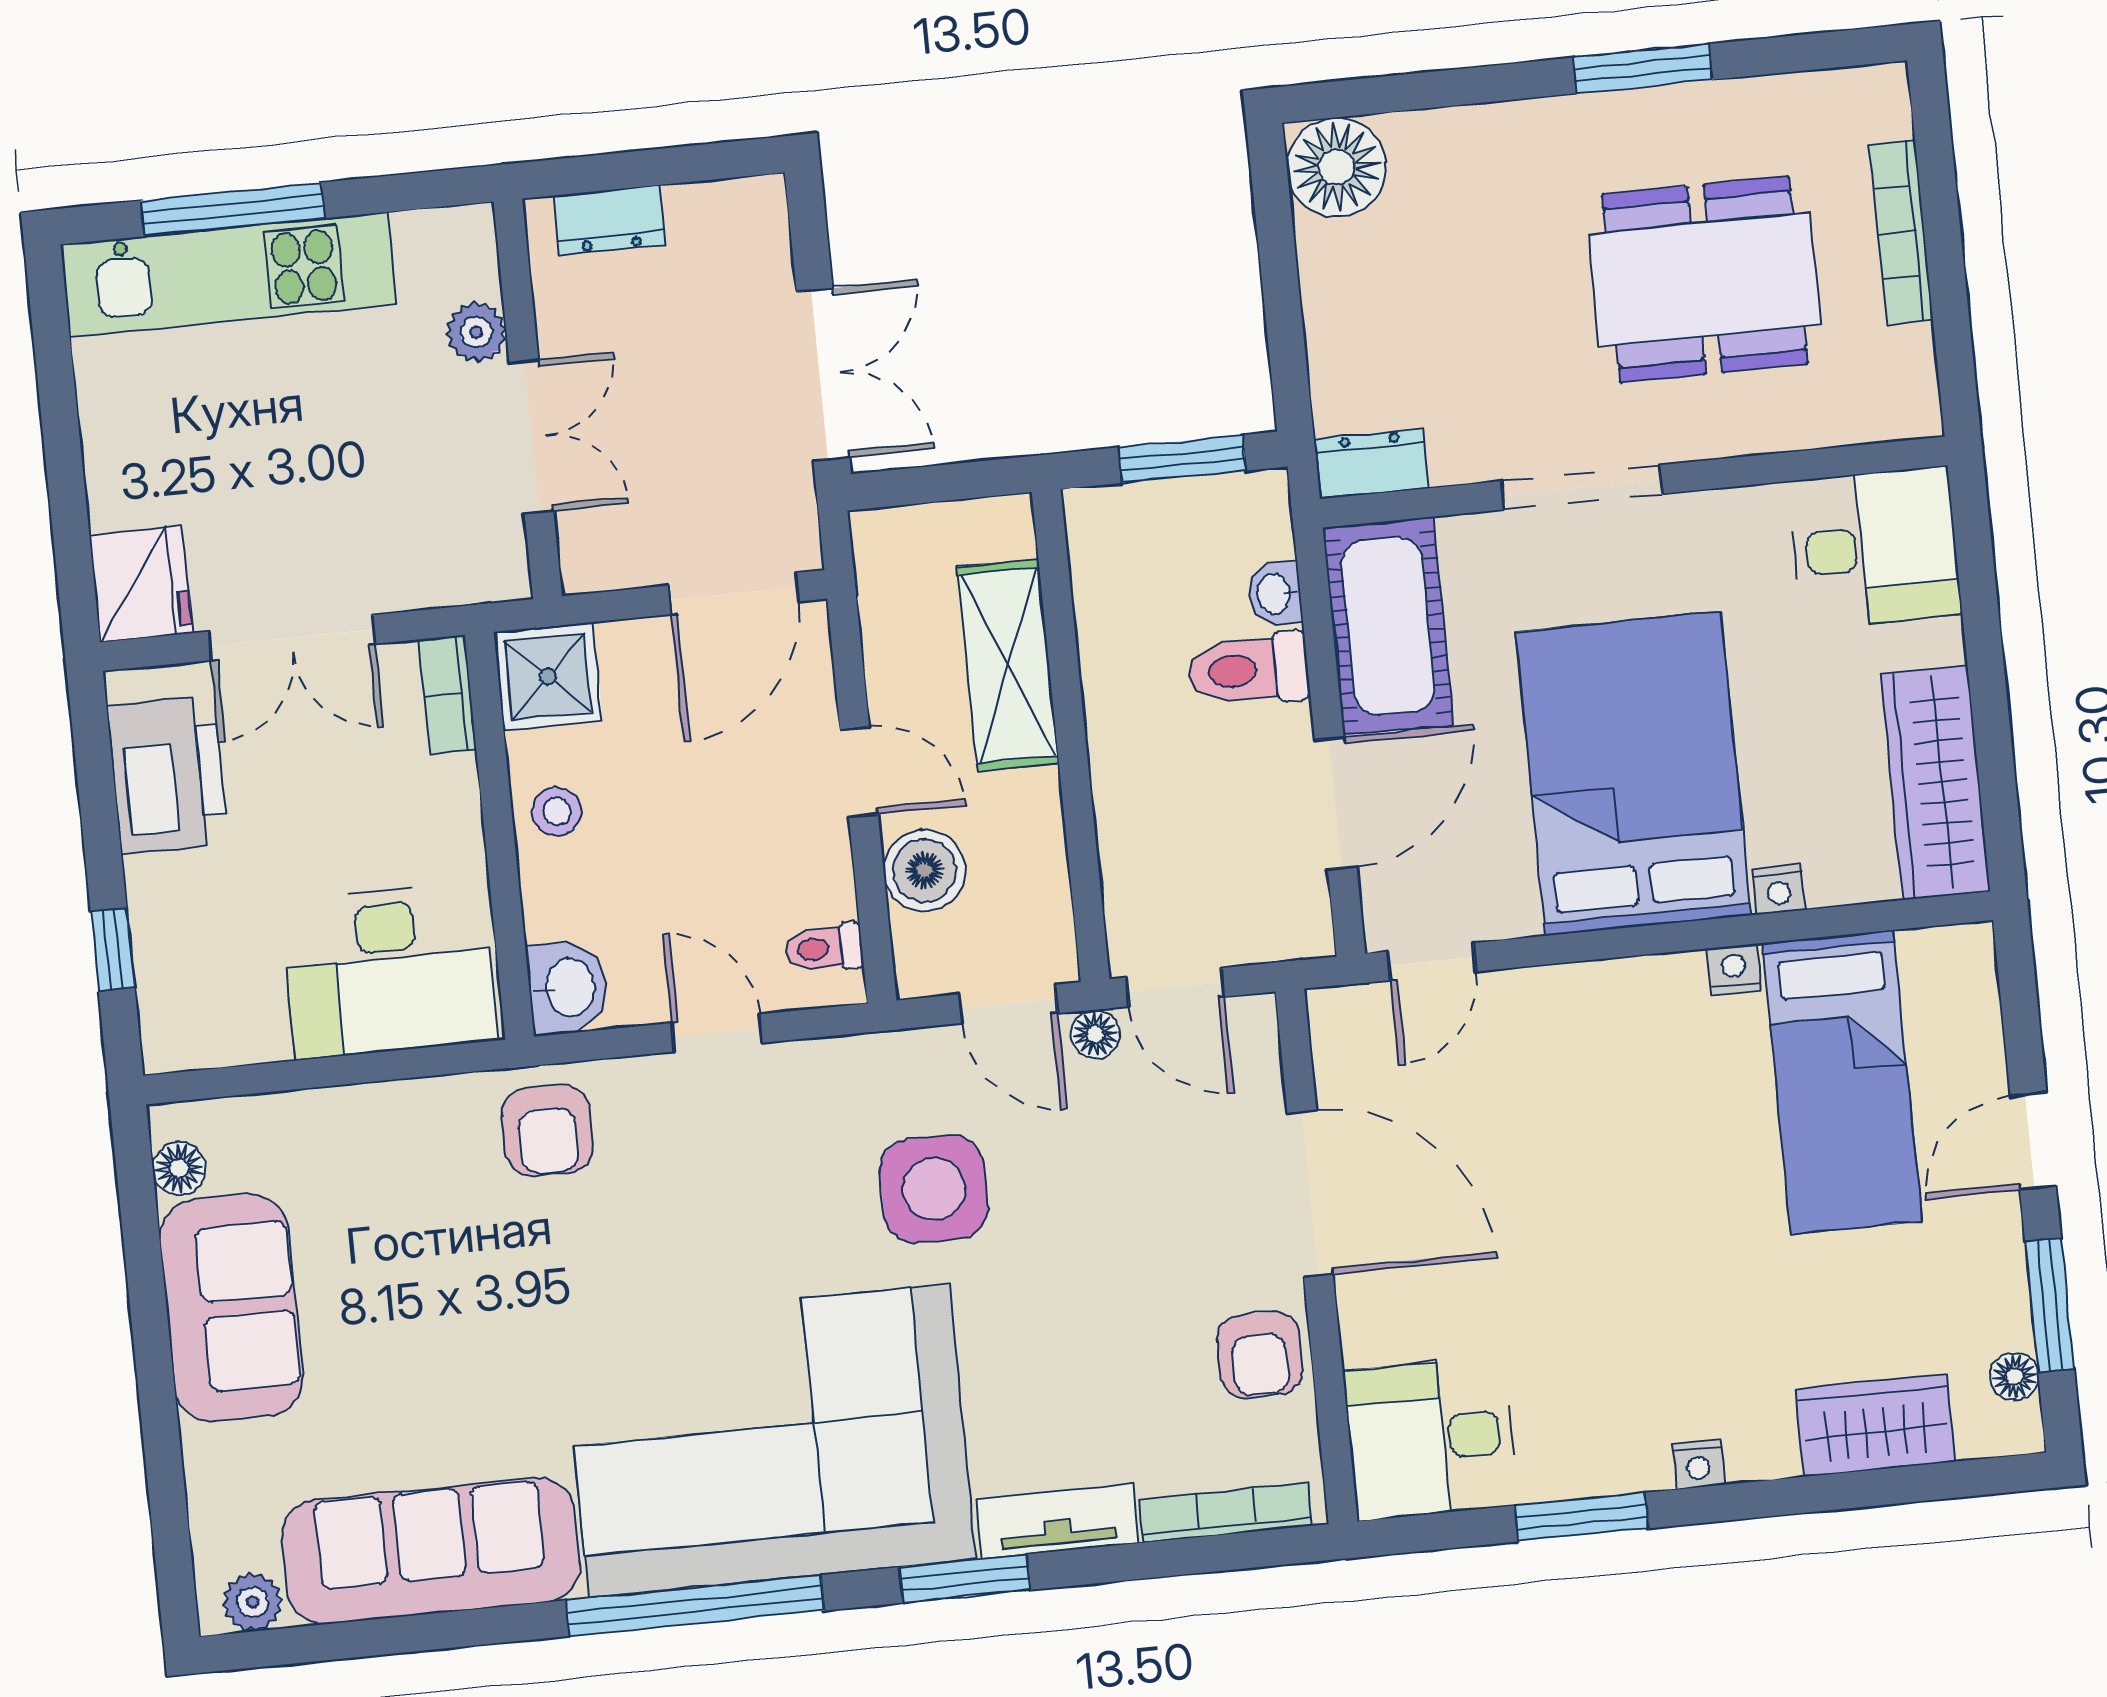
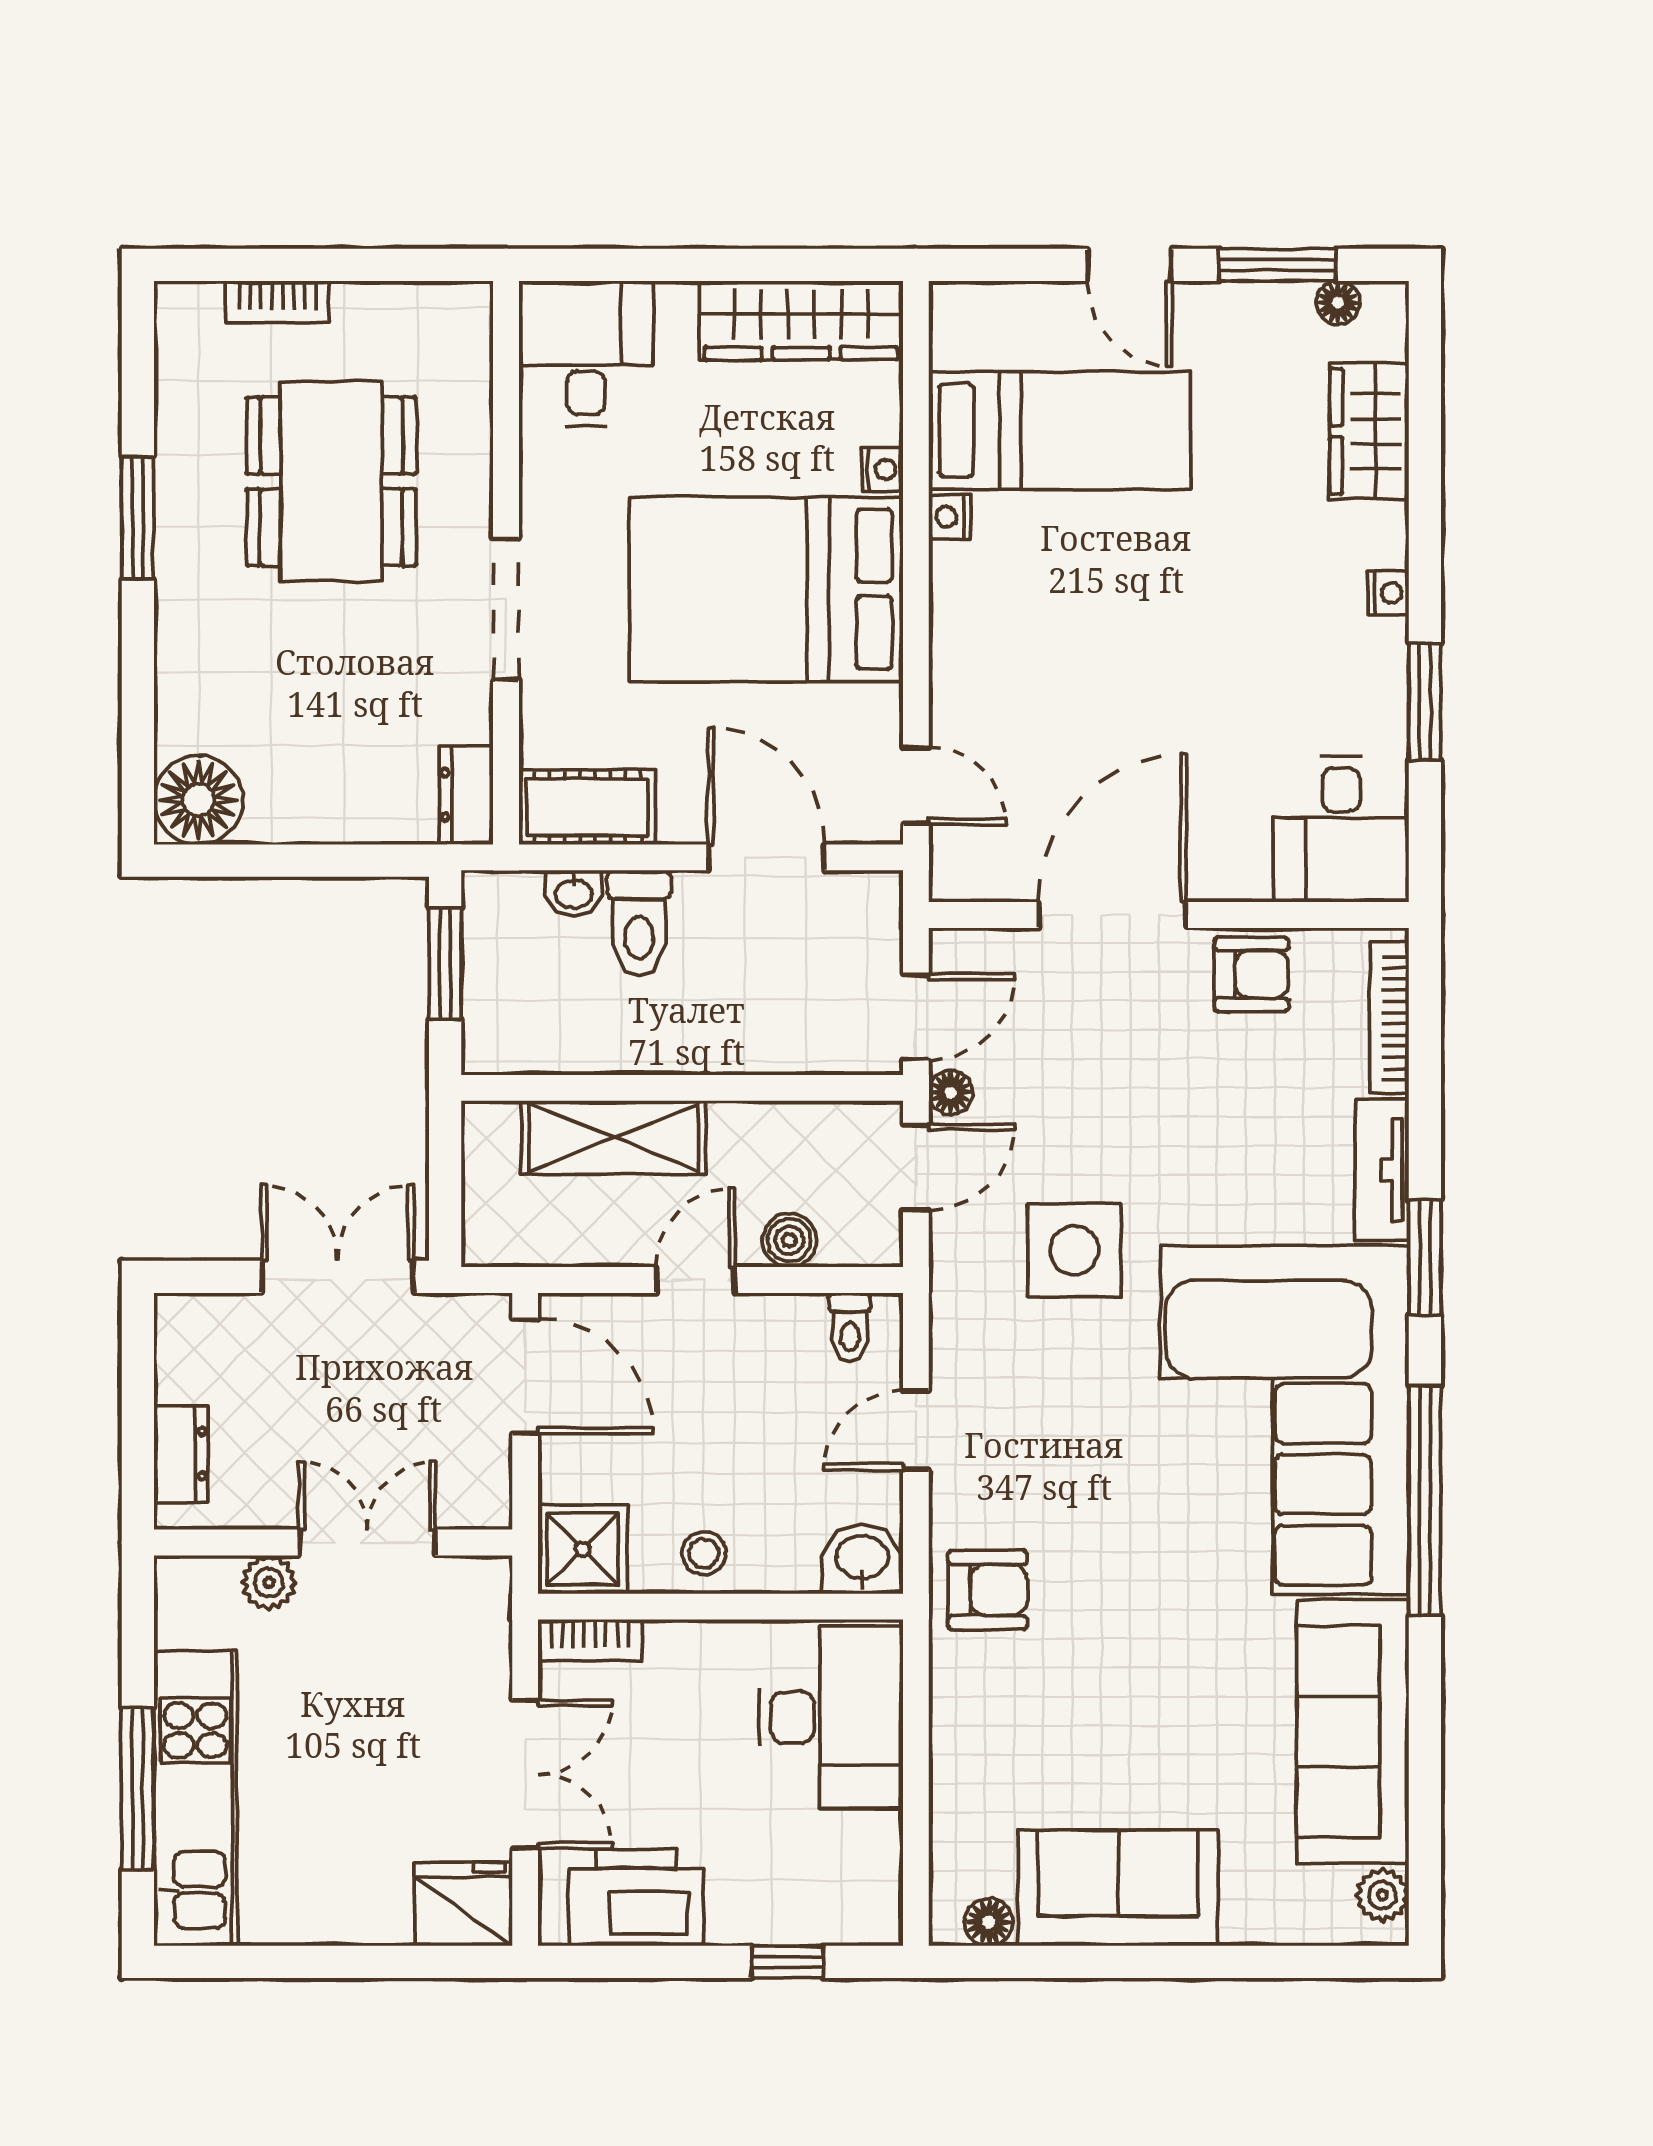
bookcase: (1901, 232) -> (278, 302), width x0.64
cot: (1388, 626) -> (587, 807), width x0.73, depth x0.75
boiler: (924, 870) -> (789, 1240), width x0.73, depth x0.73

